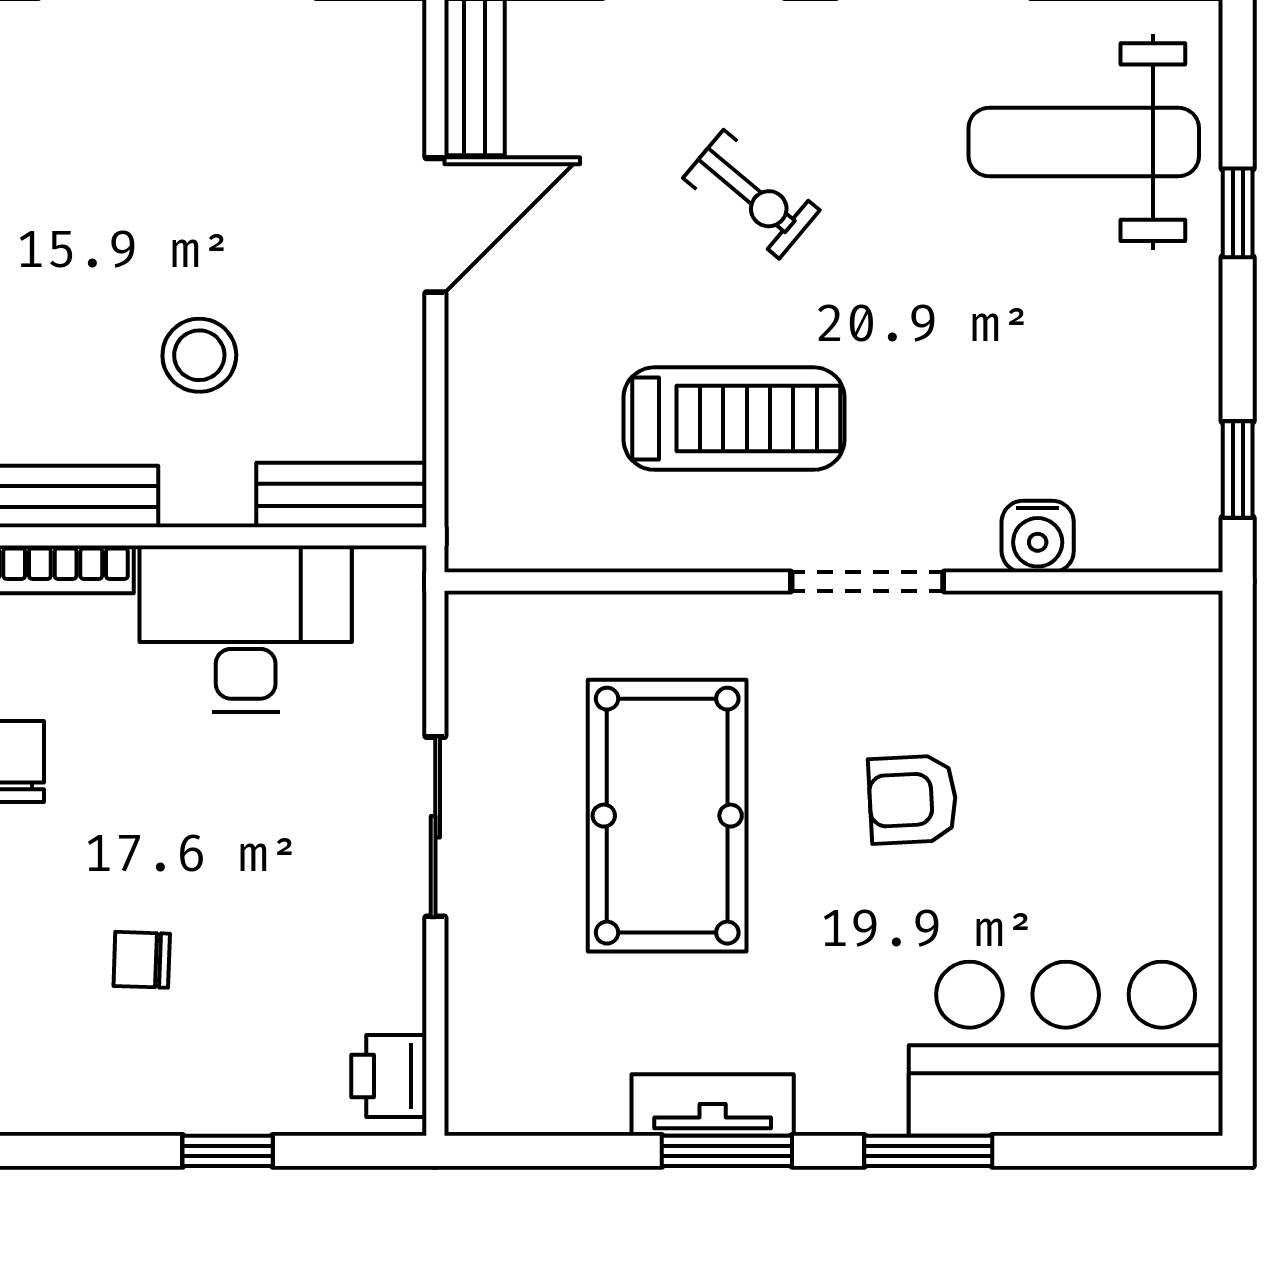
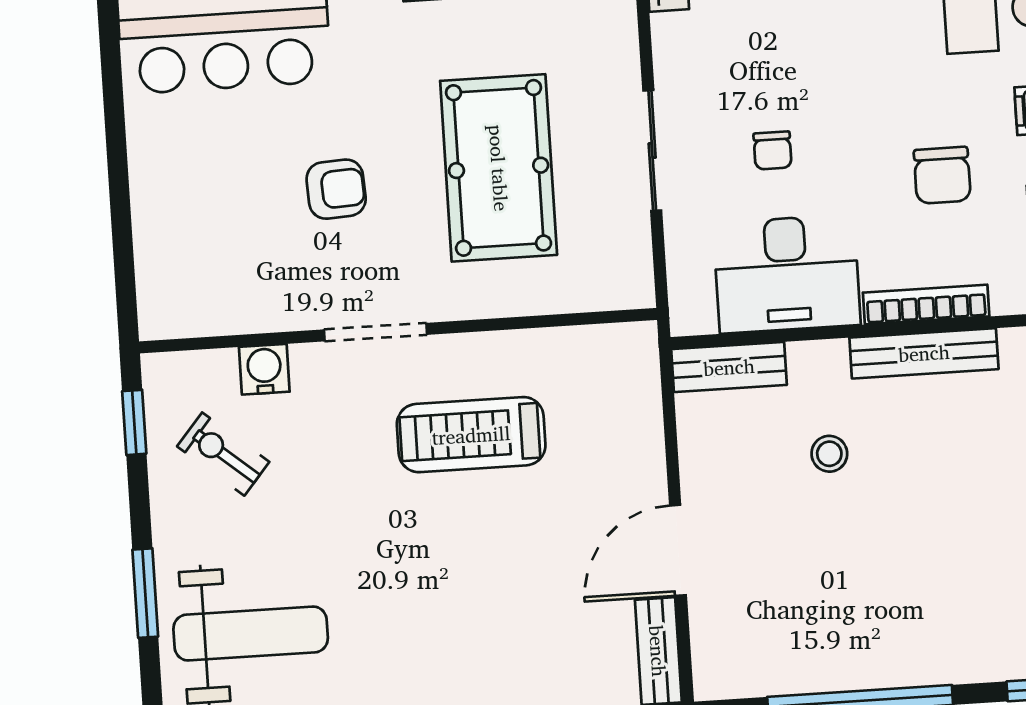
exercise bike: (751, 194) -> (223, 454), moved
window: (1238, 213) -> (145, 593), width x1.50
stool: (199, 355) -> (829, 454), width x0.73, depth x0.73
chair: (142, 960) -> (773, 150), moved, turned 88

